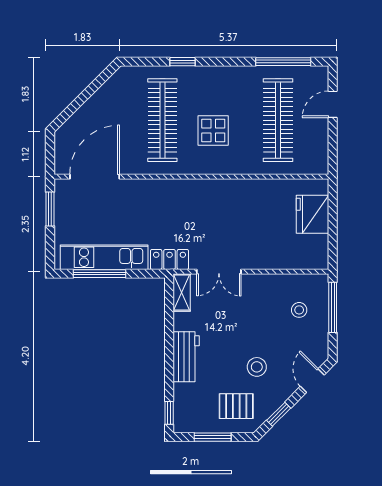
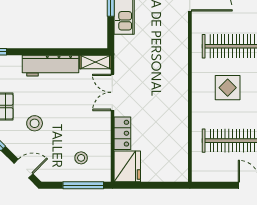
fridge: (313, 214) -> (127, 166), moved, turned 90
locker: (170, 259) -> (122, 133), moved
workbench: (186, 357) -> (51, 66), width x1.38

